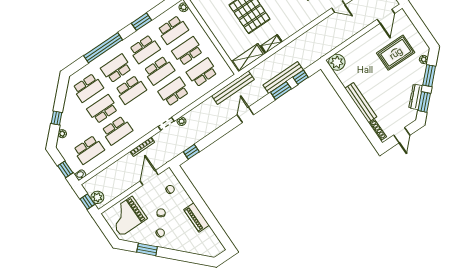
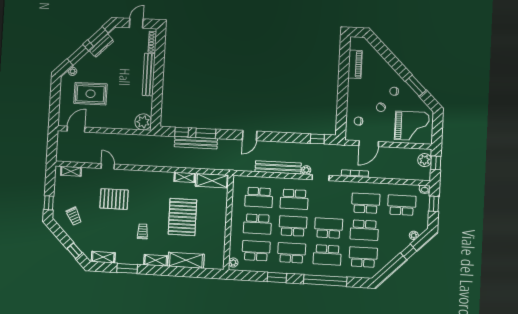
bench: (233, 88) -> (278, 167), moved
piano: (196, 217) -> (355, 64), moved

